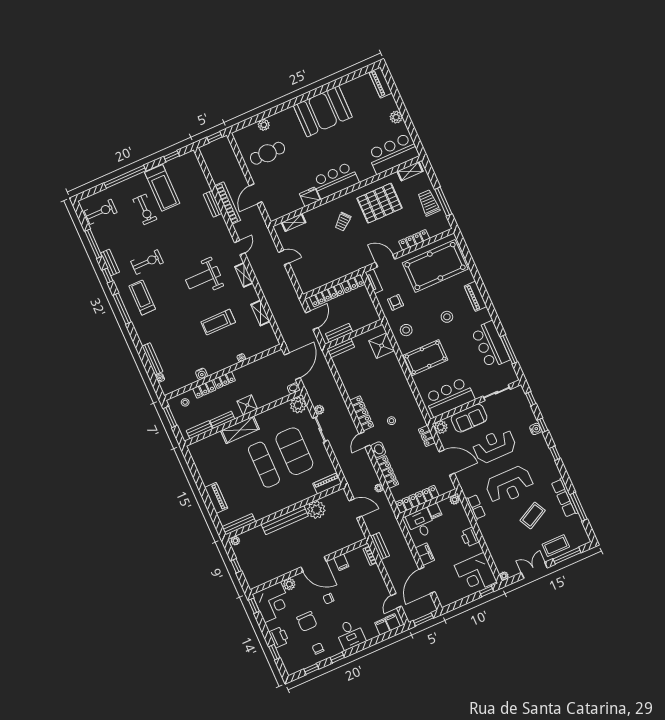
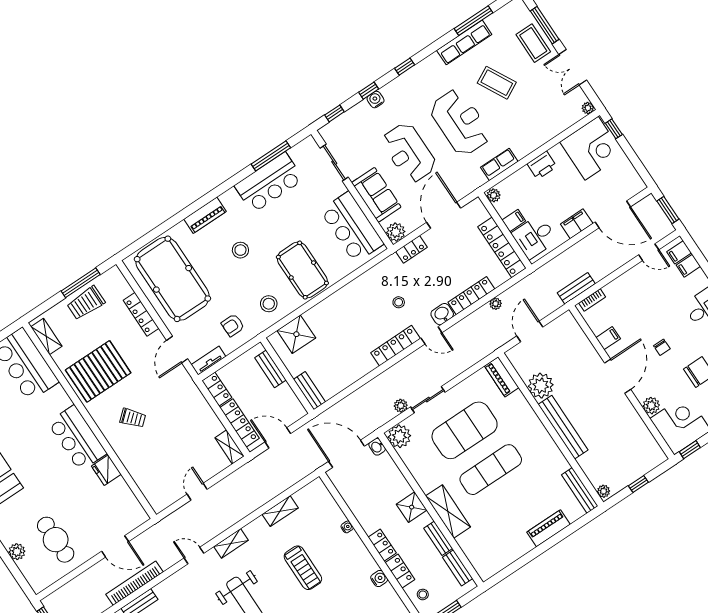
pallet: (380, 203) -> (98, 371), turned 90
shelving: (294, 222) -> (230, 447), moved
bench: (339, 333) -> (270, 369), moved

